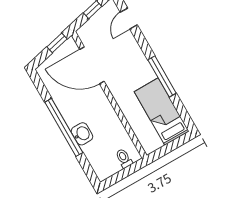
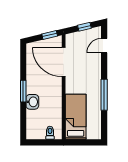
bed: (162, 112) -> (76, 117), moved
window: (64, 127) -> (23, 91), width x0.47

